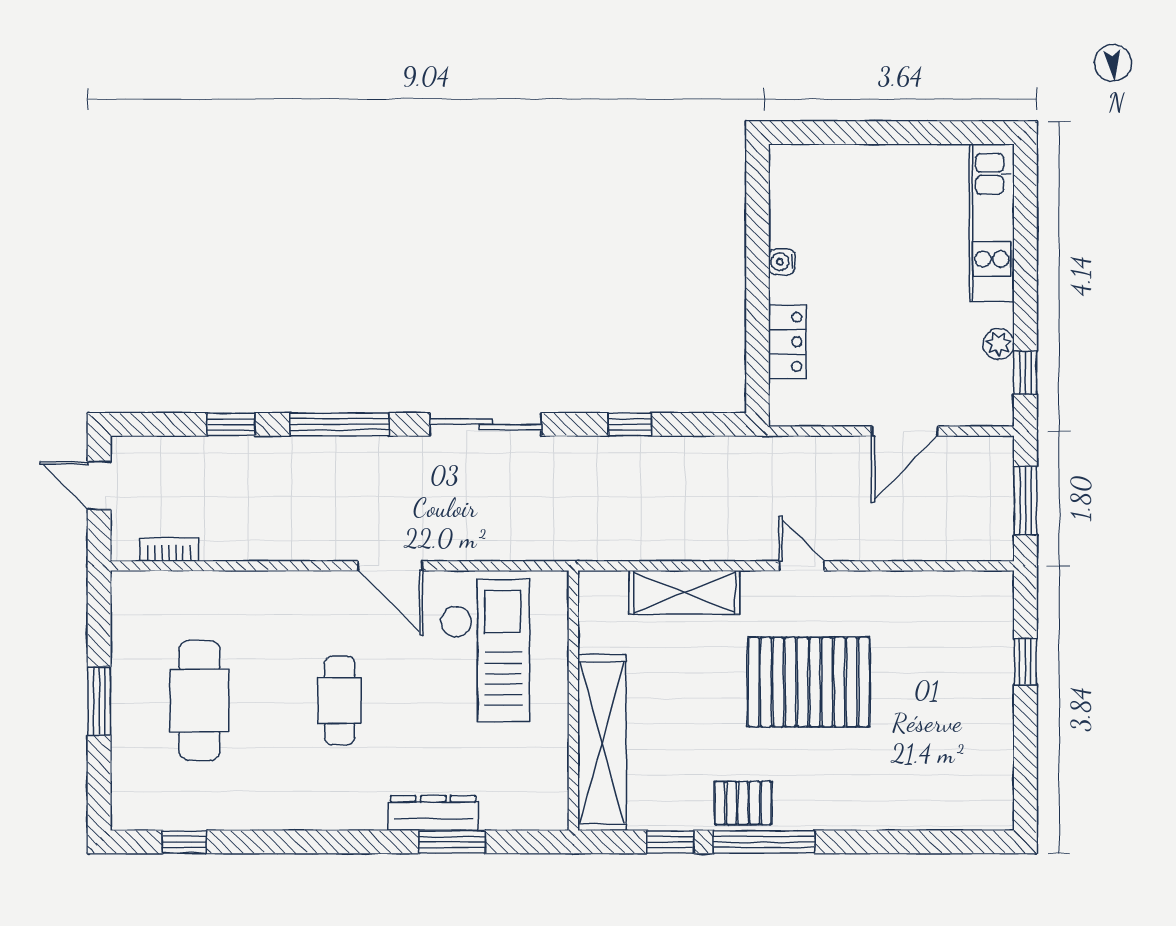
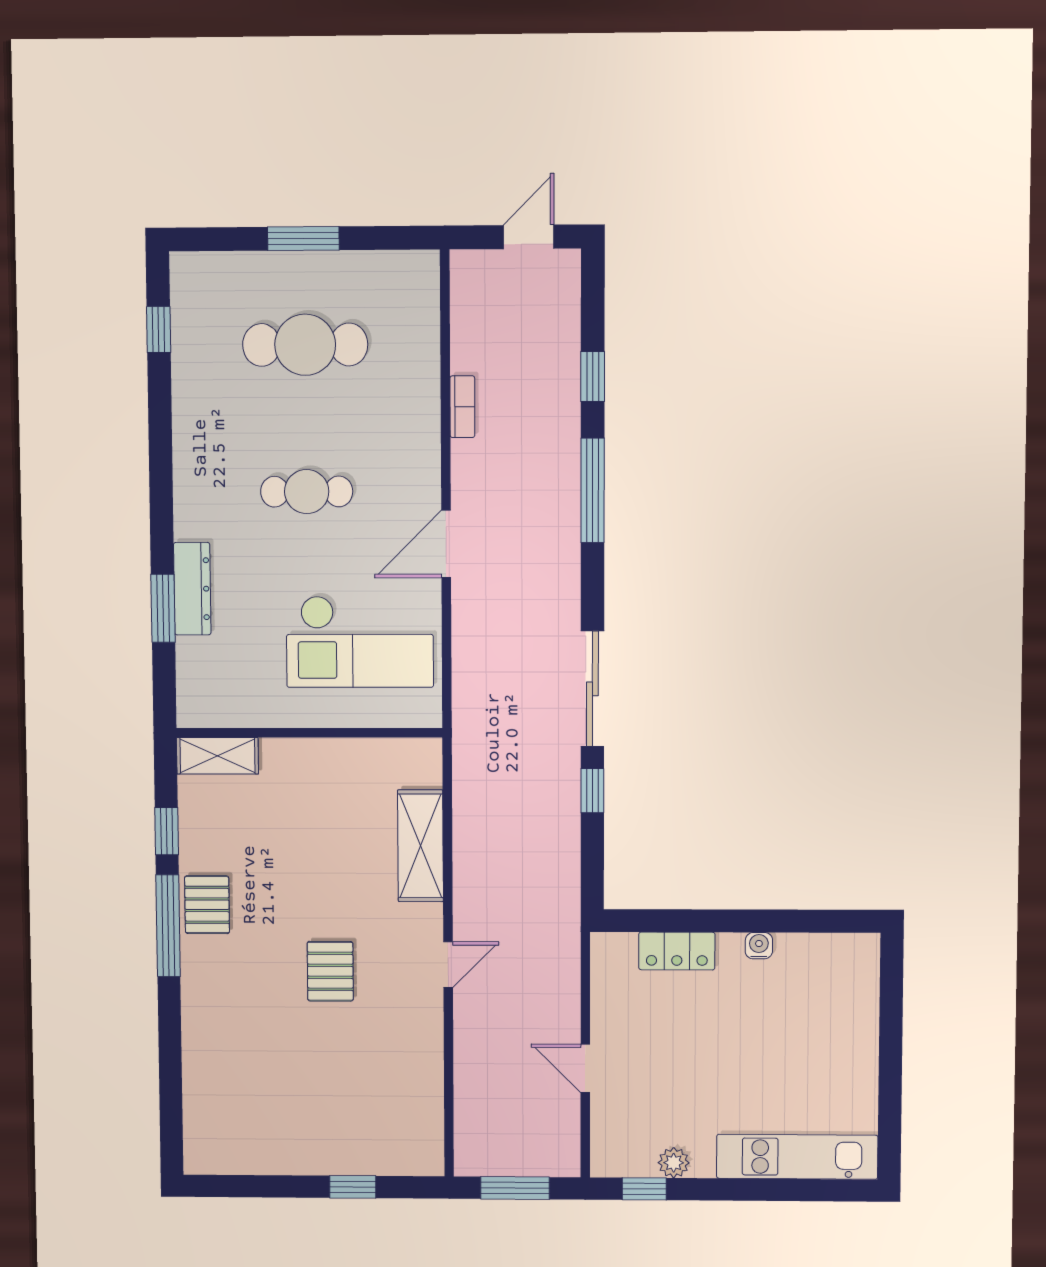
sliding door: (486, 424) -> (592, 689), moved
door: (905, 431) -> (585, 1068), width x0.73
bookcase: (169, 550) -> (462, 407), moved
pallet: (809, 682) -> (330, 971), width x0.49, depth x0.50
shelving: (602, 743) -> (217, 756), width x0.45, depth x0.75

